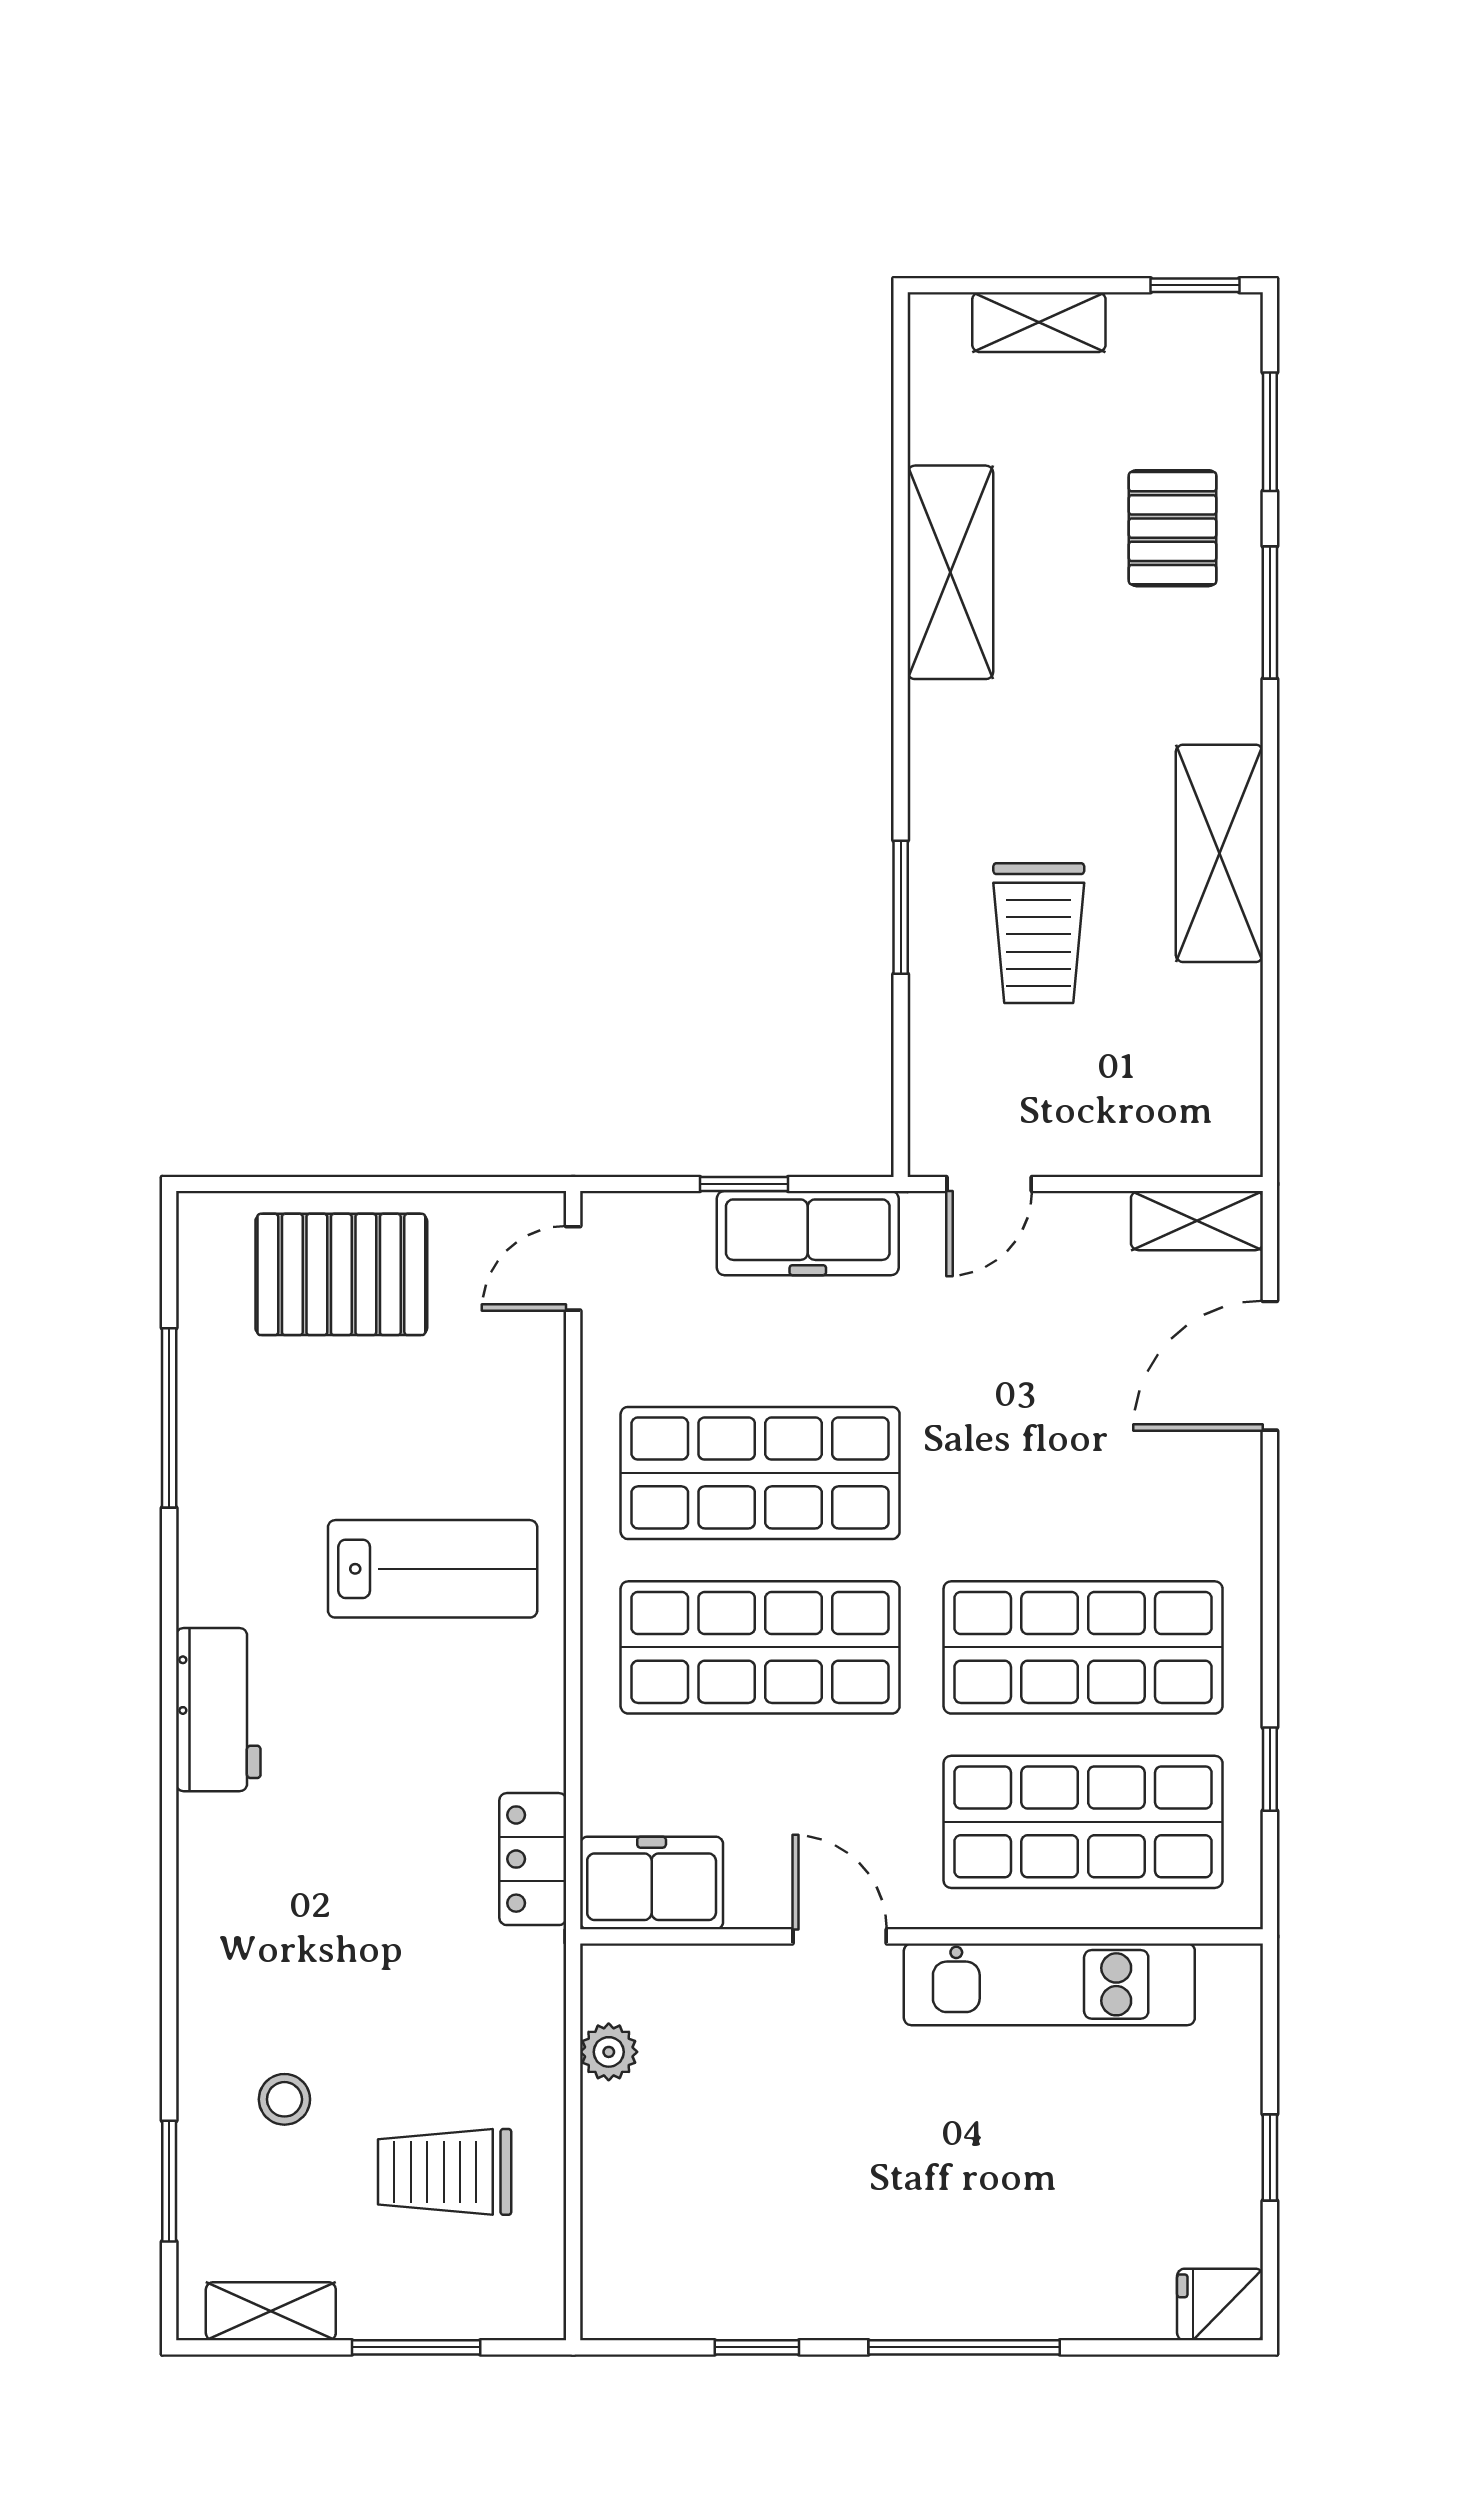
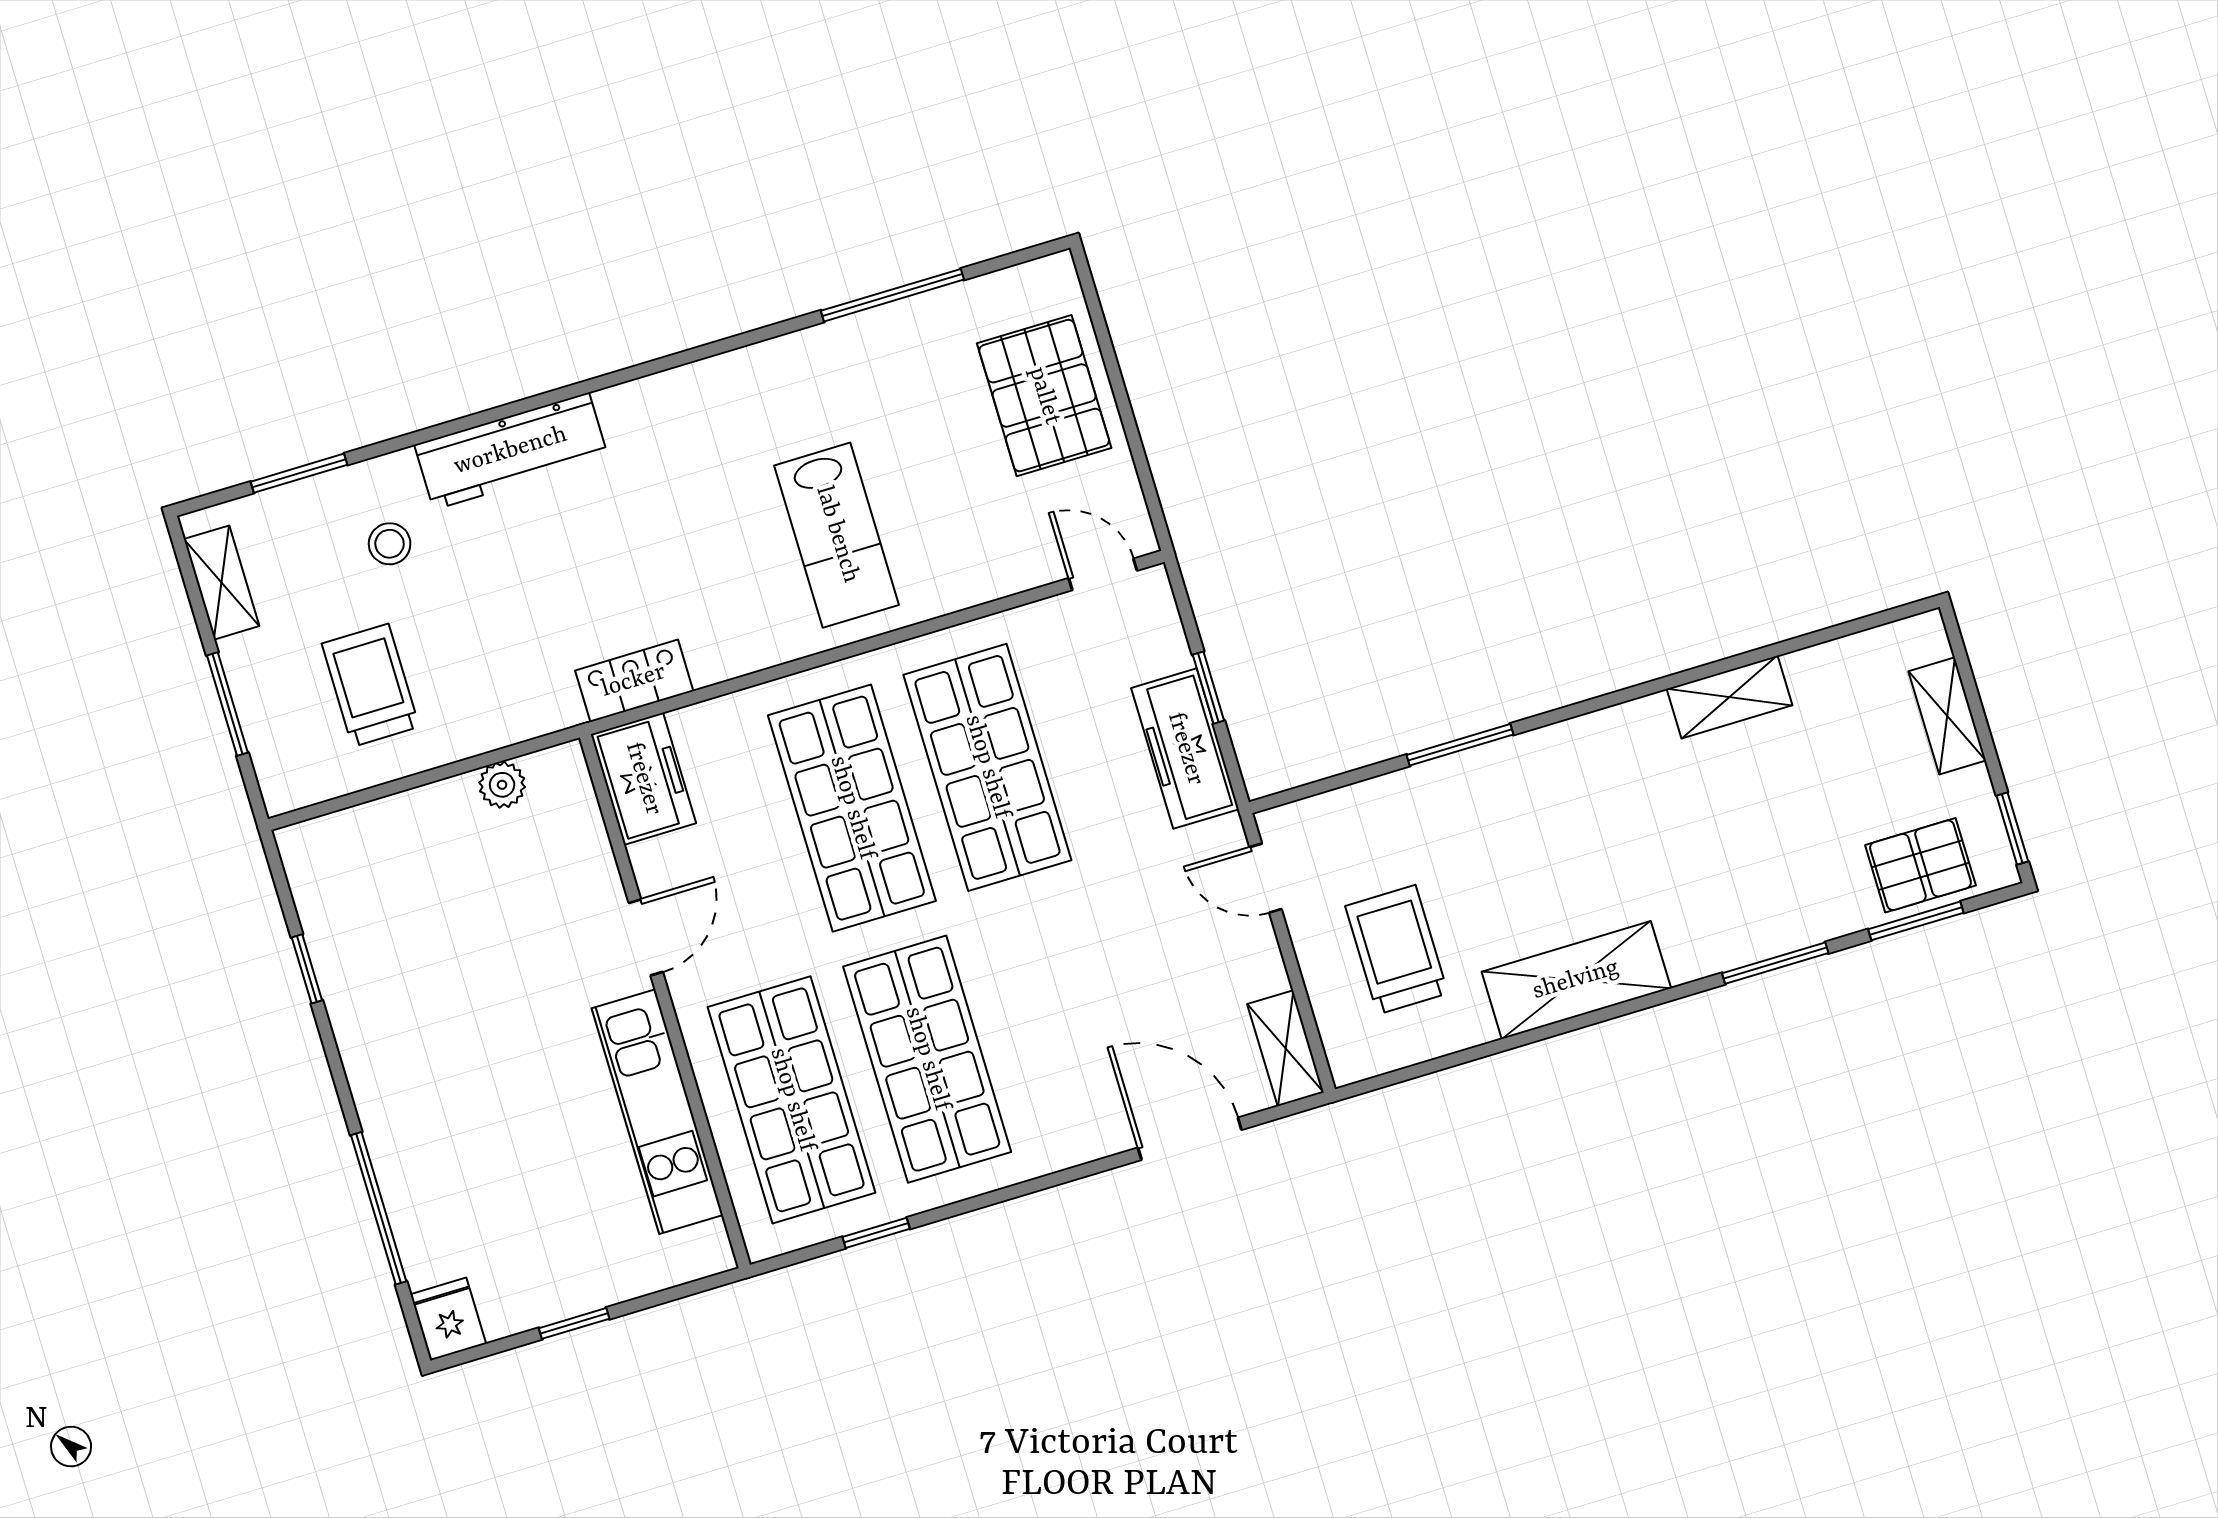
pallet: (1173, 528) -> (1920, 865), moved
shelving: (950, 572) -> (1730, 697), width x0.67, depth x0.75
trolley: (1039, 933) -> (1397, 950), moved, turned 90
workbench: (218, 1710) -> (511, 451), moved, width x1.38
window: (964, 2347) -> (379, 1208), moved

